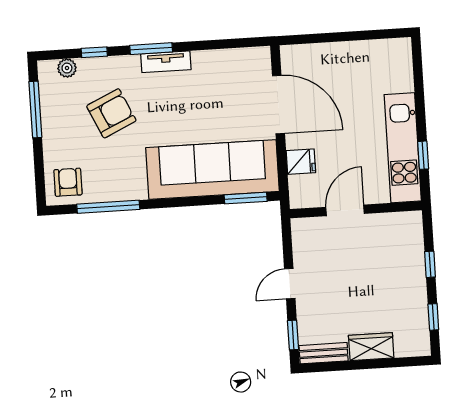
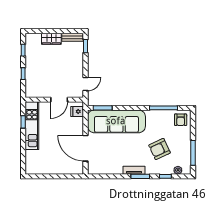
fridge: (301, 162) -> (77, 111), moved
door: (290, 284) -> (86, 84), moved

